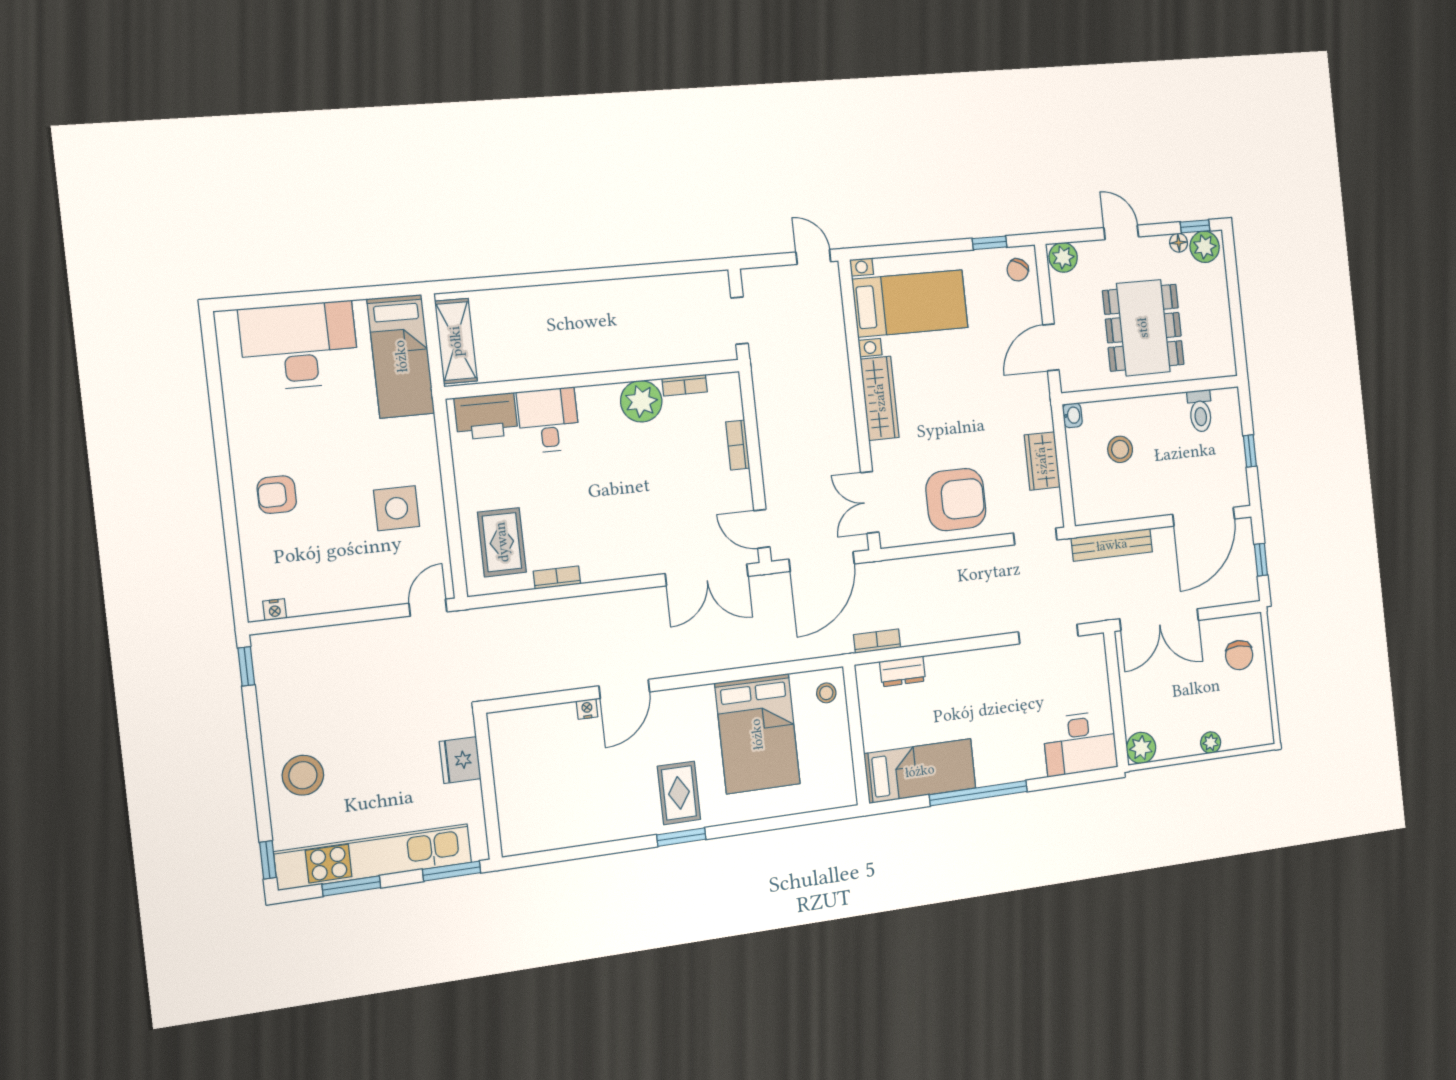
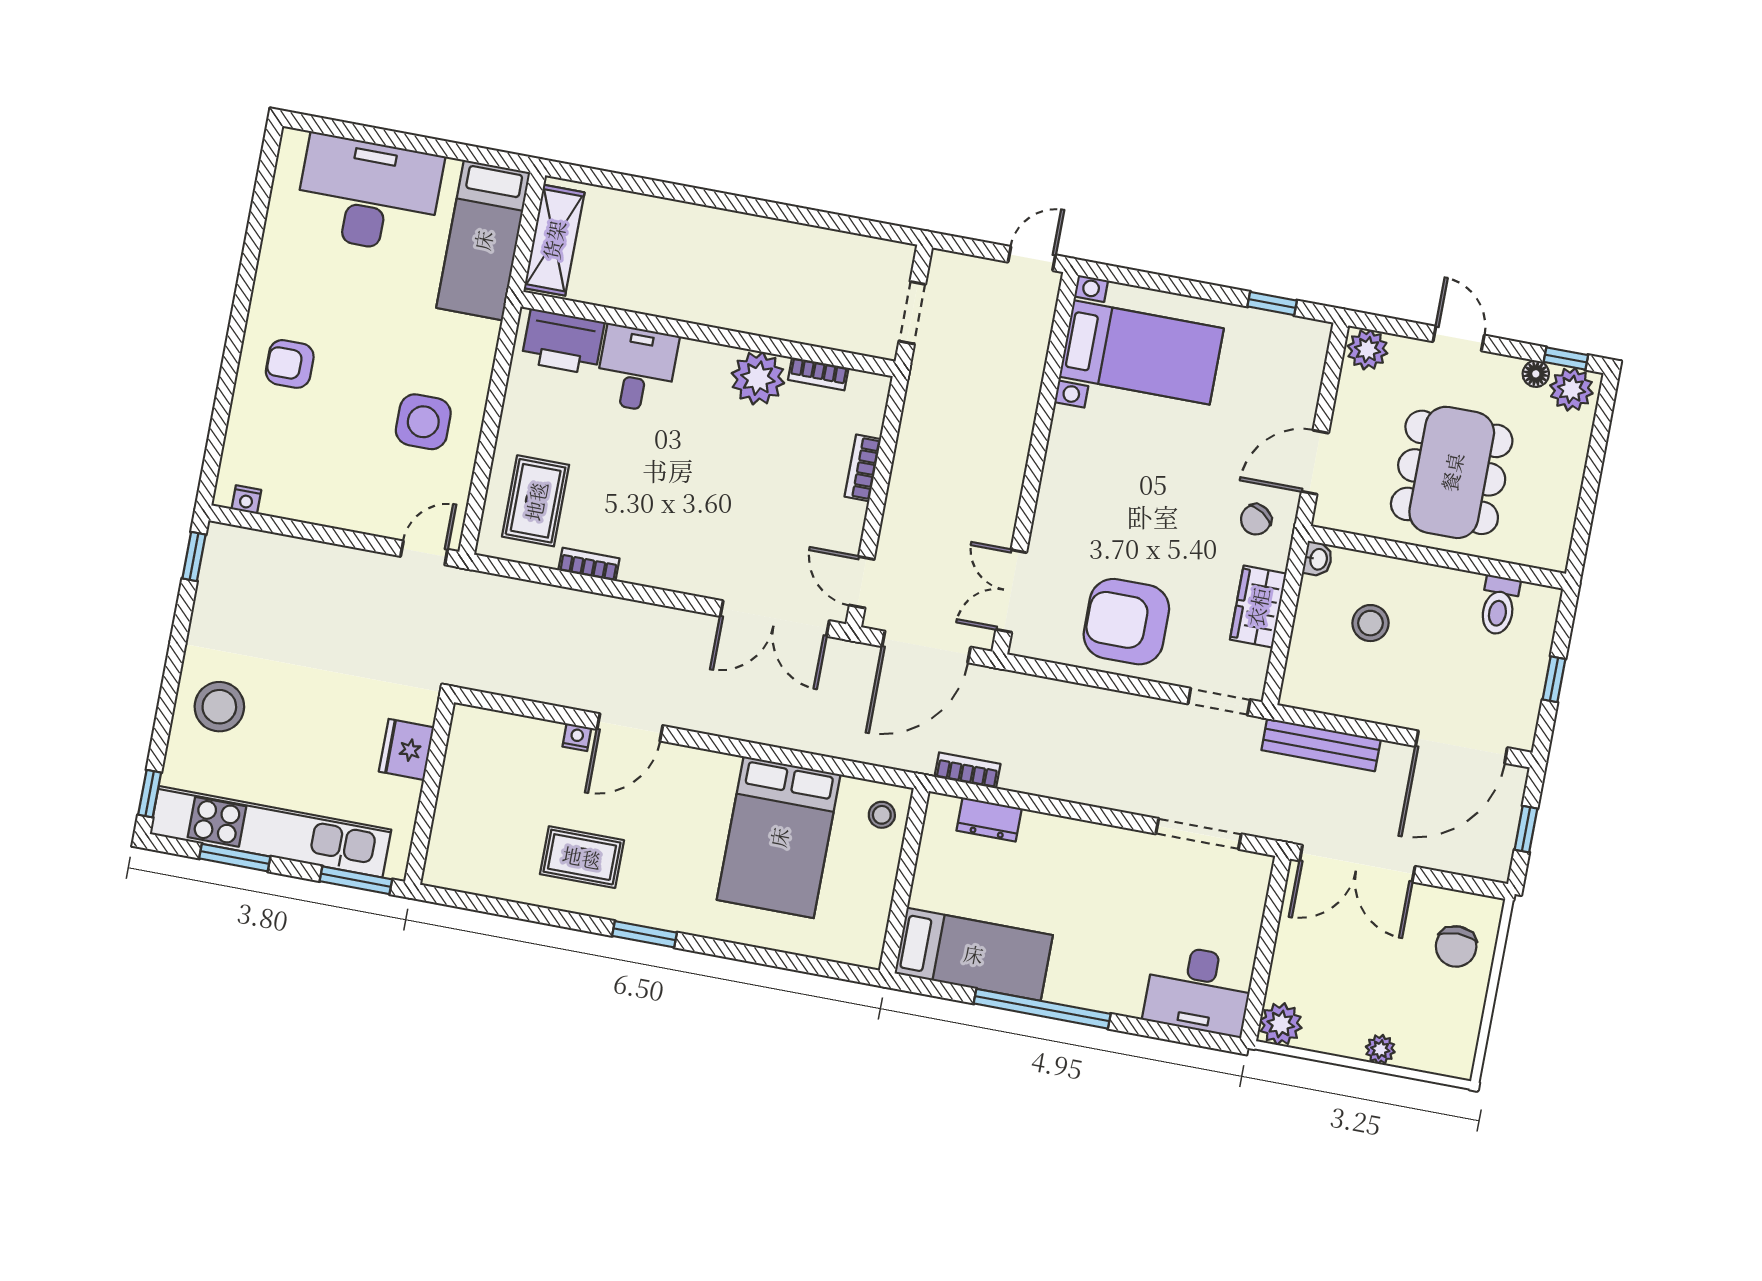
door: (813, 257) -> (1032, 259), hinge flipped
chair: (1018, 270) -> (1256, 519), moved
wardrobe: (880, 398) -> (1064, 462), removed
armchair: (956, 500) -> (1126, 622), turned 180
rug: (679, 793) -> (582, 857), moved, turned 90

